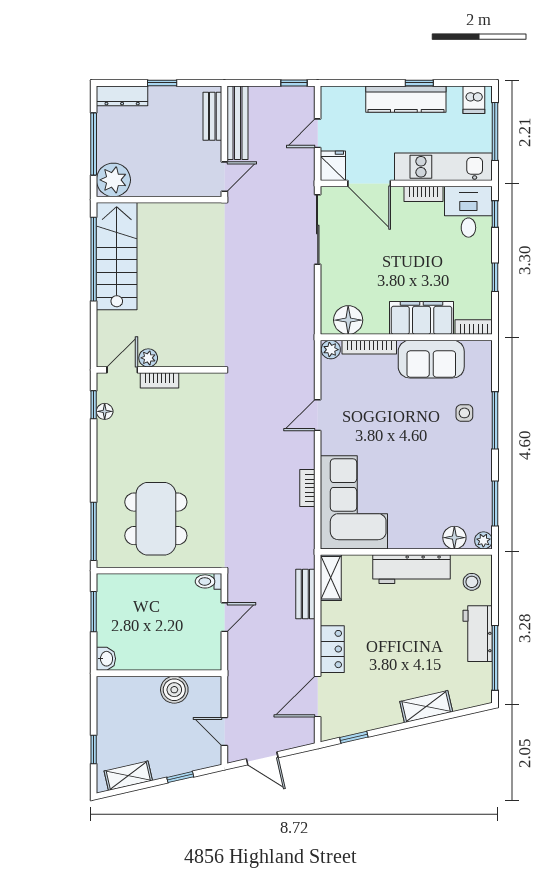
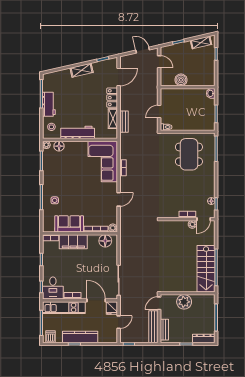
plant: (113, 180) -> (184, 302), moved
shelving: (331, 578) -> (113, 119), moved
shelving: (426, 707) -> (82, 70), moved

